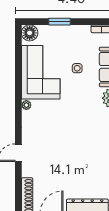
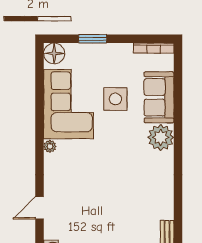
side table: (77, 68) -> (115, 99), width x1.87, depth x1.87

